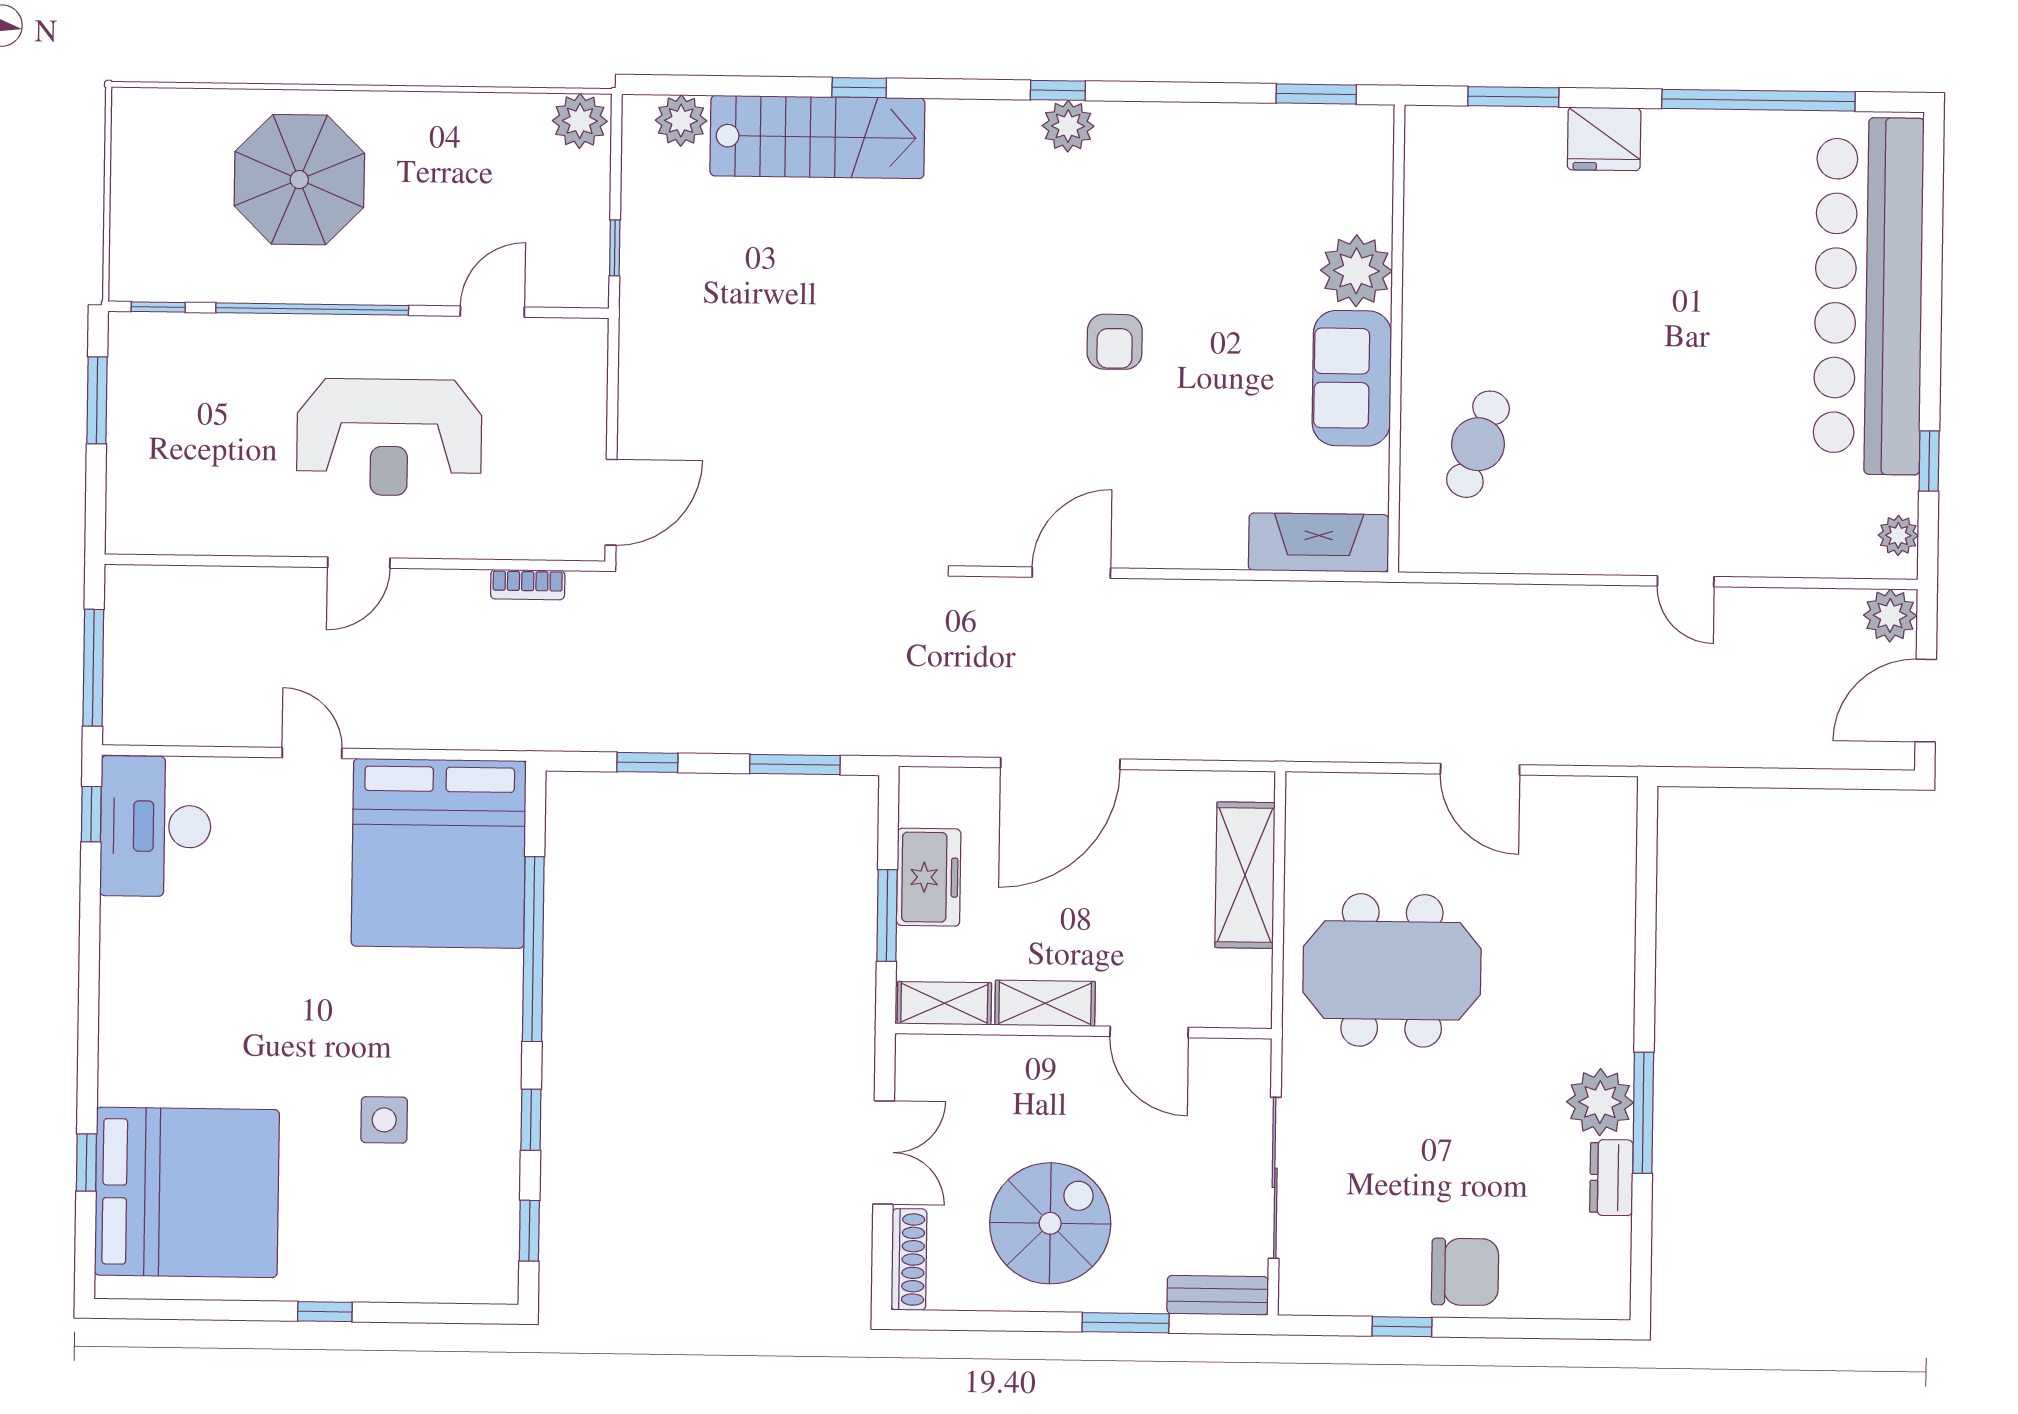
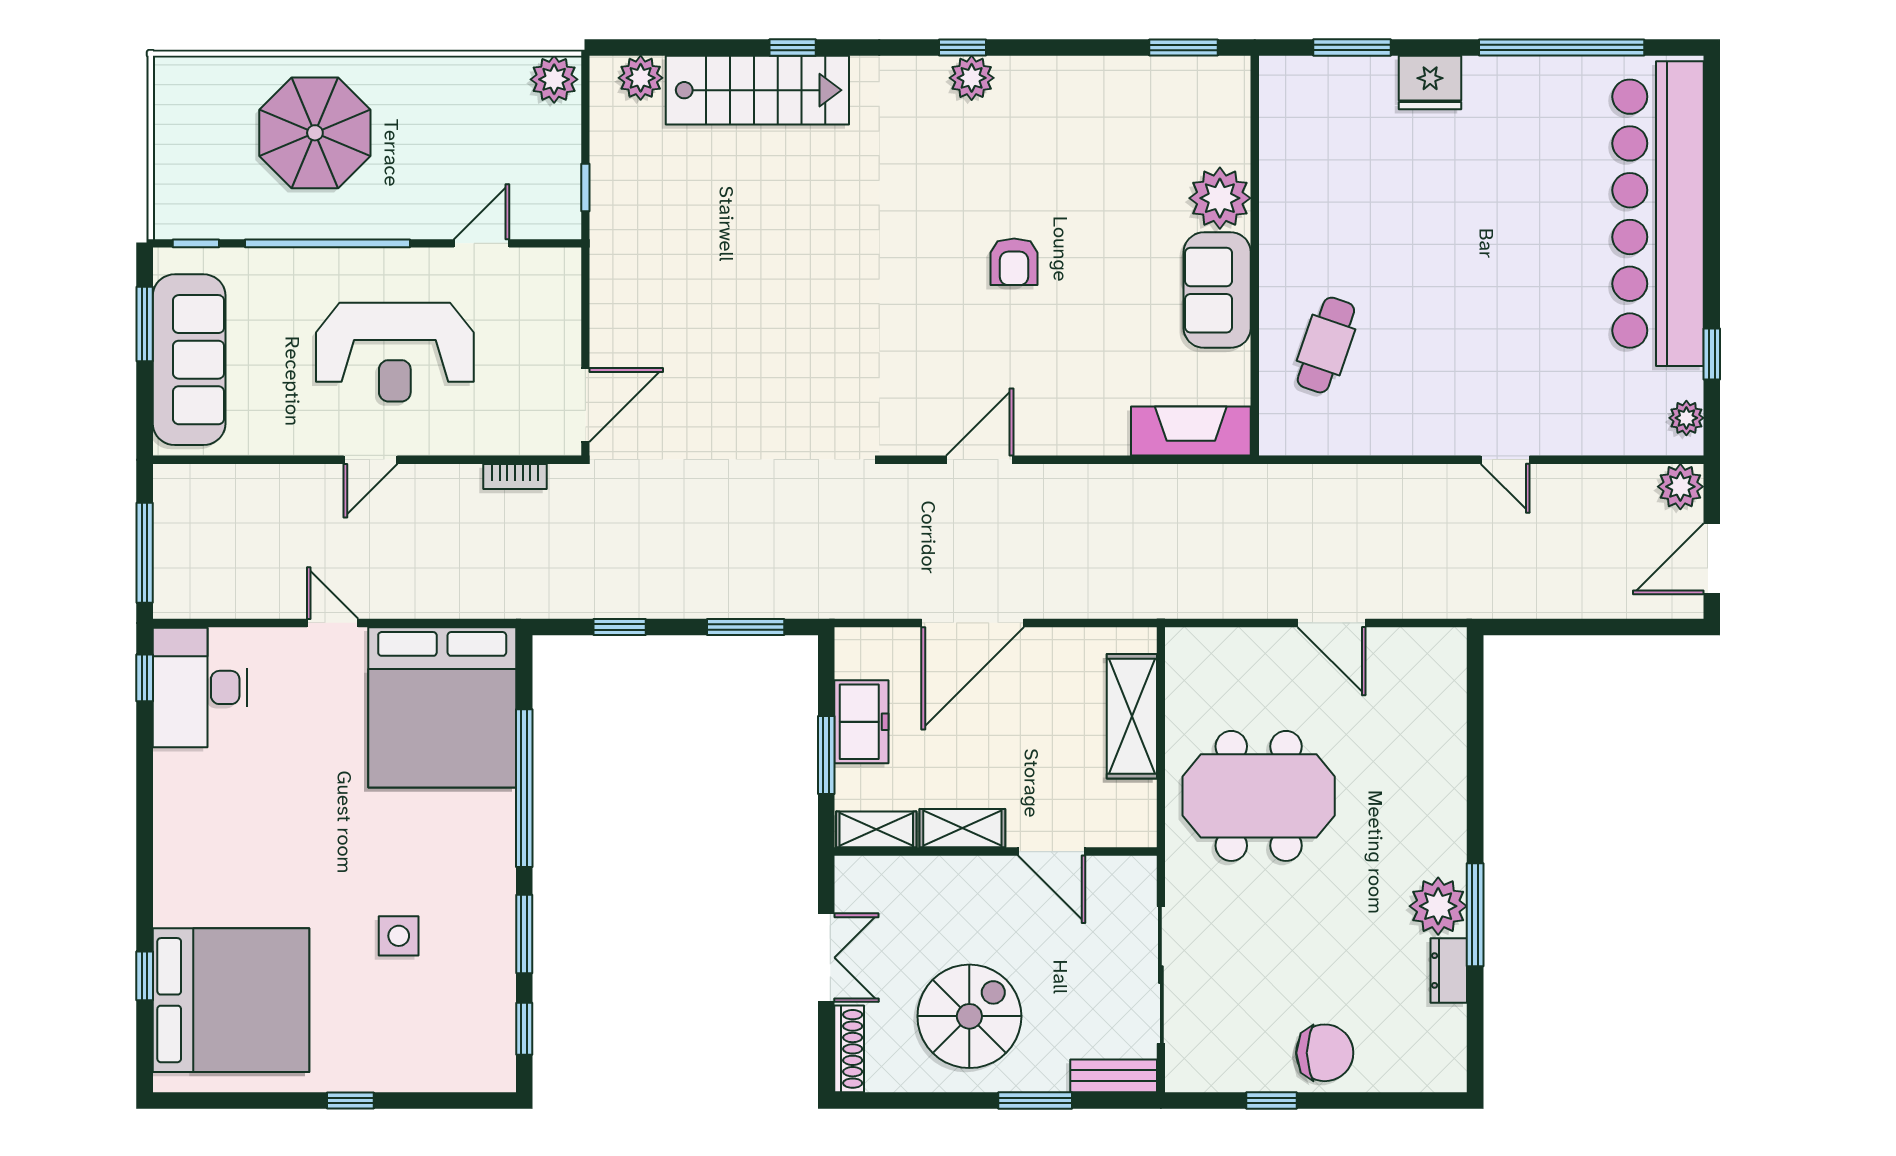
sofa: (148, 443) -> (189, 360), added
window: (531, 1120) -> (524, 934), width x1.50

